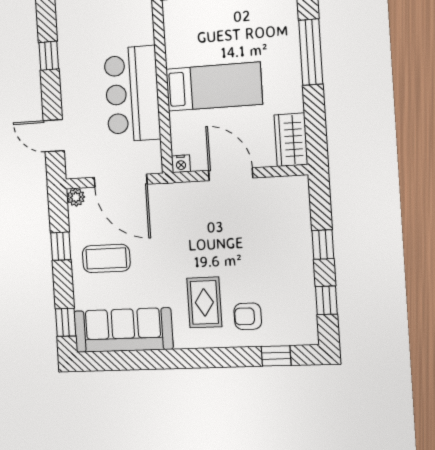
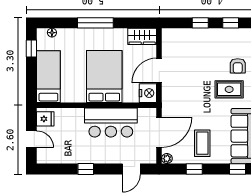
bed: (214, 87) -> (104, 77), width x1.50
nightstand: (181, 164) -> (148, 93), width x1.89, depth x1.79

